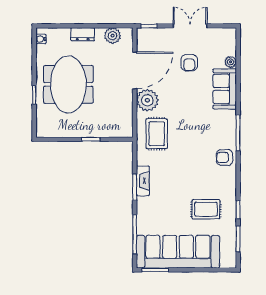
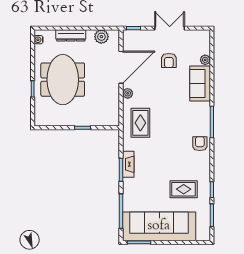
dresser: (83, 34) -> (71, 35), width x1.44
plant: (147, 100) -> (128, 93), width x0.53, depth x0.53
armchair: (224, 157) -> (200, 144), turned 90

